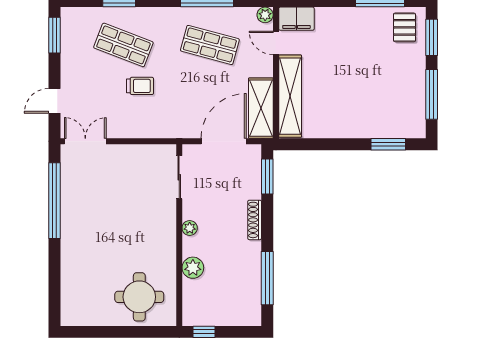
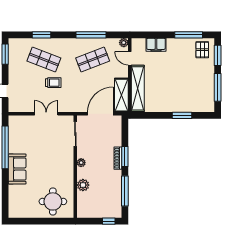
filing cabinet: (296, 19) -> (156, 45), moved
shop shelf: (210, 45) -> (93, 60), turned -36
double door: (85, 141) -> (46, 114), moved
window: (388, 144) -> (182, 115), moved
window: (267, 176) -> (125, 157), moved
sofa: (76, 239) -> (17, 169), added
window: (204, 332) -> (109, 221), moved

